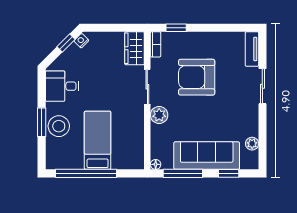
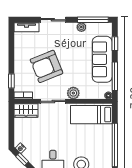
armchair: (197, 77) -> (46, 66), turned 68
bed: (98, 140) -> (91, 115), moved
window: (262, 143) -> (93, 20), added
plant: (252, 144) -> (81, 27), moved

